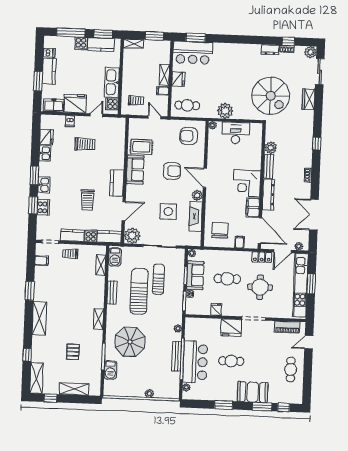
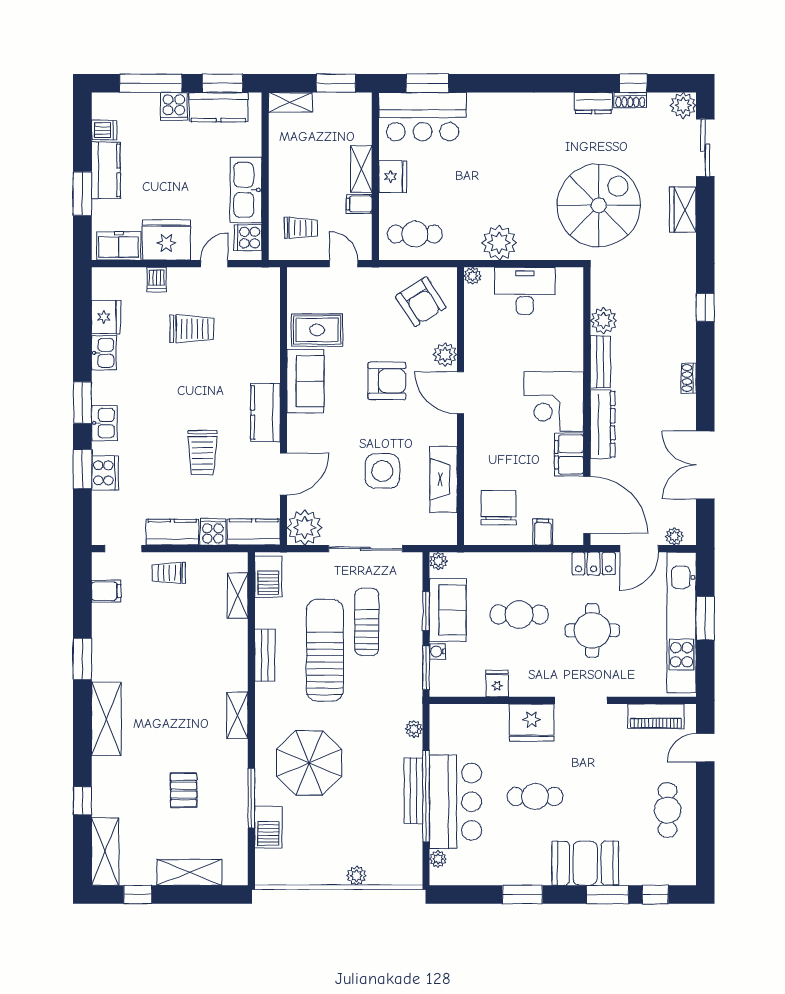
spiral stairs: (271, 96) -> (599, 205), turned -90
armchair: (189, 136) -> (421, 302), turned -122
plant: (197, 195) -> (445, 355), moved

